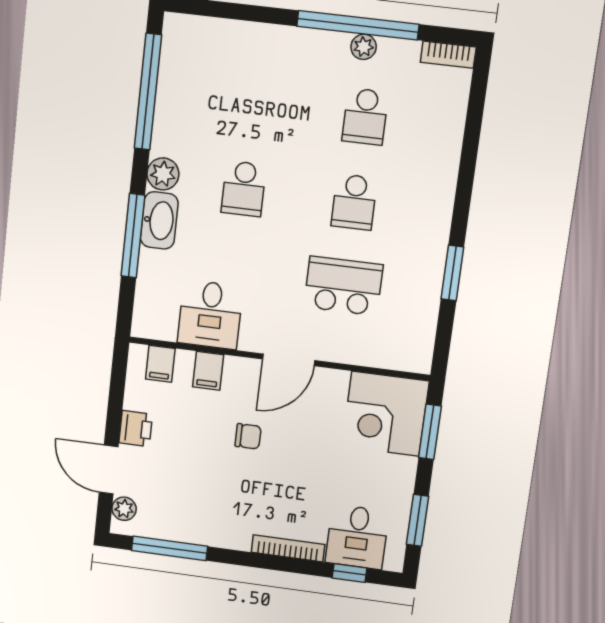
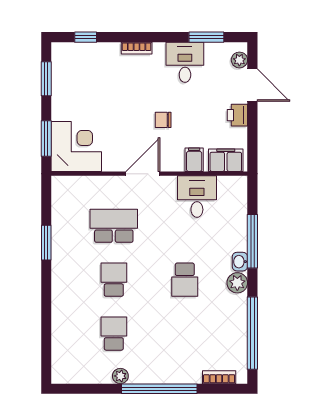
window: (358, 25) -> (159, 389), moved
bookcase: (448, 55) -> (219, 377), moved
school desk: (244, 189) -> (185, 280), turned 180
washbasin: (159, 220) -> (240, 262), width x0.52, depth x0.69
school desk: (343, 286) -> (114, 226), turned 180
filing cabinet: (160, 364) -> (226, 160), width x2.00
desk: (357, 537) -> (185, 62), moved
window: (169, 548) -> (206, 37), width x0.69
bookcase: (288, 548) -> (137, 48), width x0.64

